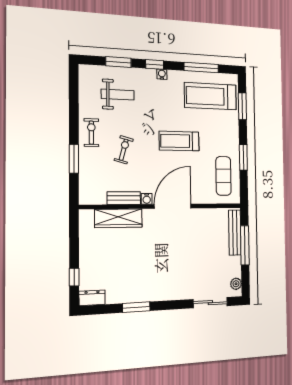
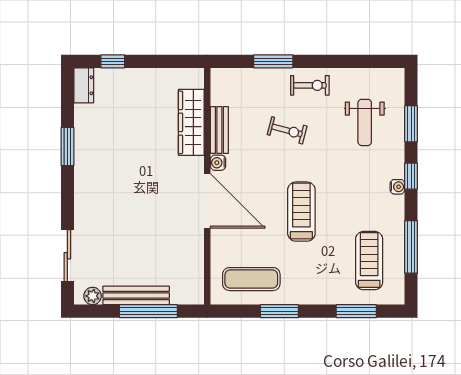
treadmill: (210, 96) -> (369, 261), width x0.73, depth x0.73
bench: (235, 233) -> (136, 295), moved

